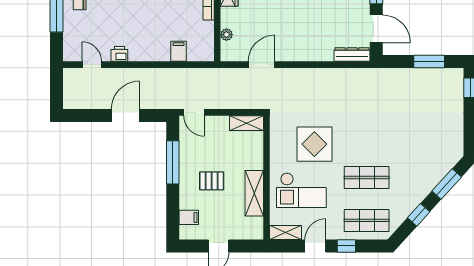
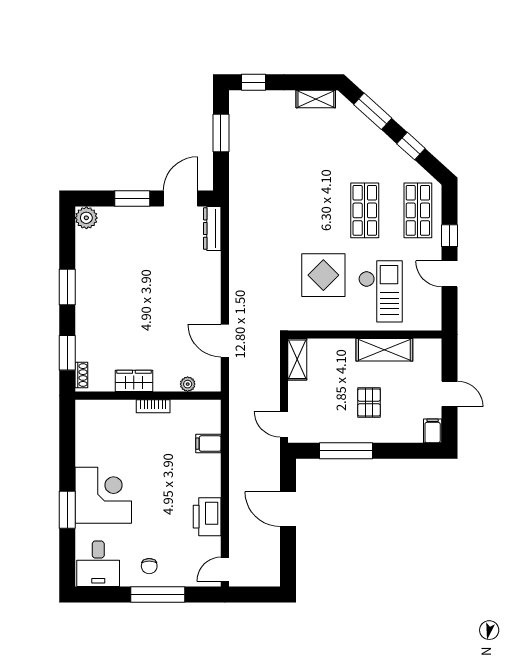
printer: (119, 54) -> (207, 517), width x1.87, depth x1.48
door: (92, 65) -> (225, 569), moved
door: (194, 112) -> (284, 424), swing flipped
filing cabinet: (189, 217) -> (433, 431), moved
shelving: (286, 232) -> (316, 99), moved, turned 90

